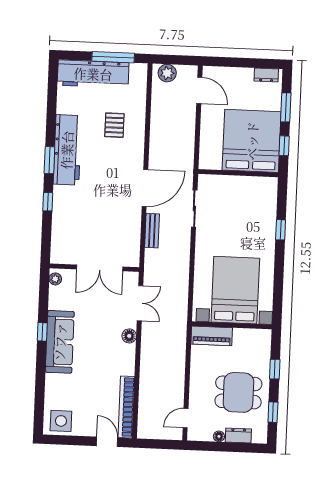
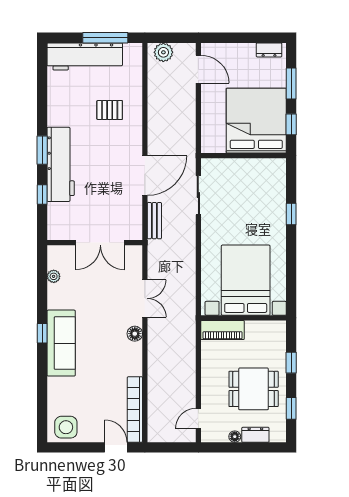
pallet: (114, 125) -> (110, 110), turned 90
workbench: (67, 150) -> (61, 164), moved
wall: (94, 268) -> (95, 243), moved
double door: (100, 268) -> (100, 243), moved

